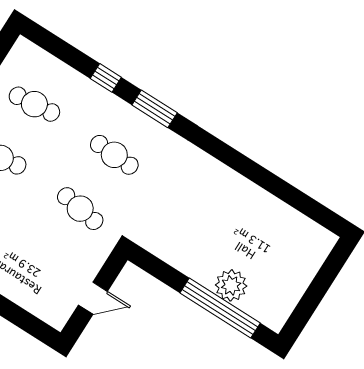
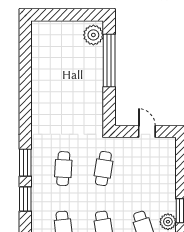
window: (106, 78) -> (25, 199), width x1.50
plant: (231, 285) -> (93, 35), moved

